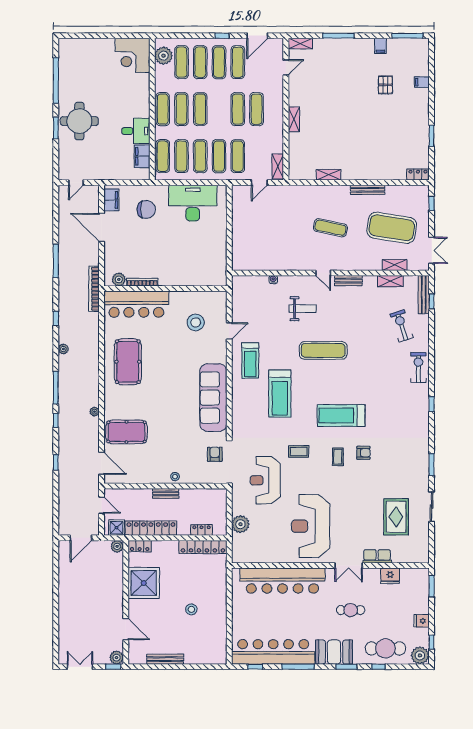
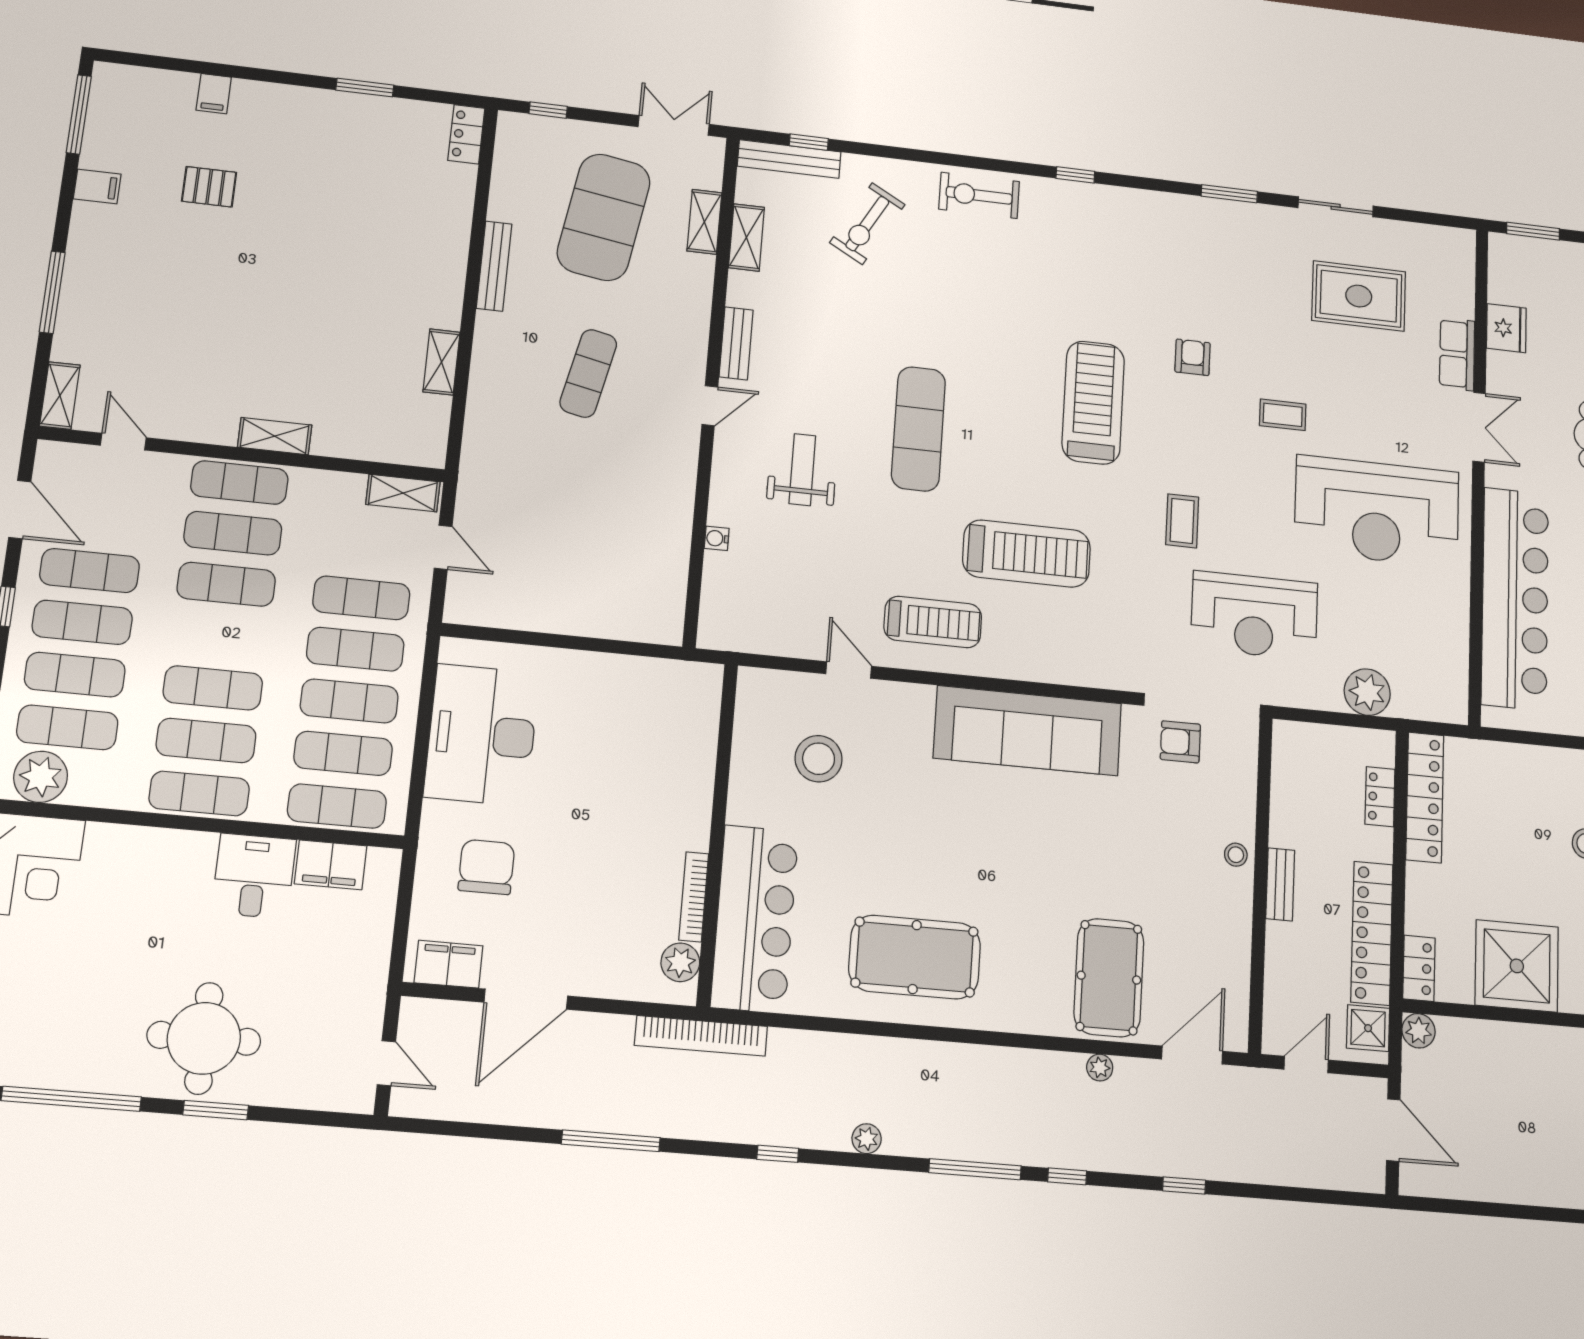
exercise mat: (275, 109) -> (239, 483), added
exercise bike: (402, 326) -> (867, 224), turned -43
plant: (94, 412) -> (1100, 1068), moved
treadmill: (341, 416) -> (1093, 403), turned 180
coffee table: (338, 457) -> (1283, 415), moved

